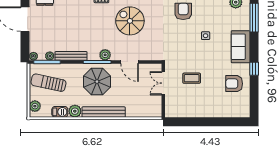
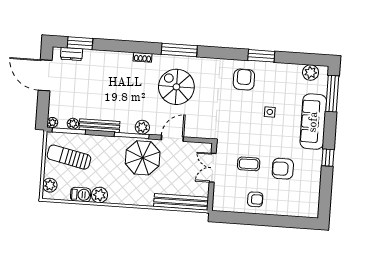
sofa: (241, 47) -> (313, 122), width x1.36
door: (130, 62) -> (172, 138), swing flipped
parasol: (97, 82) -> (143, 158), moved
armchair: (234, 84) -> (283, 169), moved
armchair: (199, 106) -> (255, 199), added
bench: (104, 112) -> (181, 202), moved

